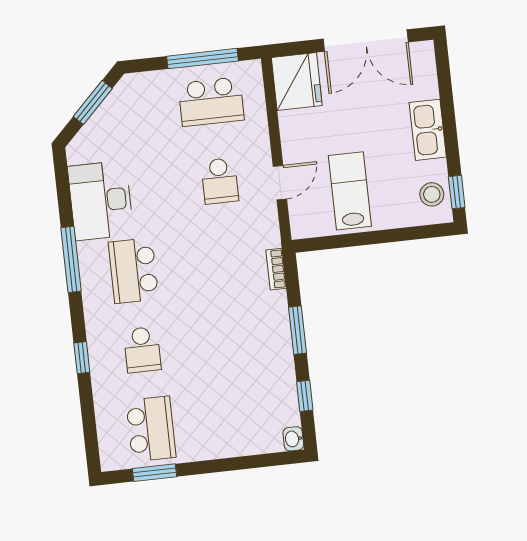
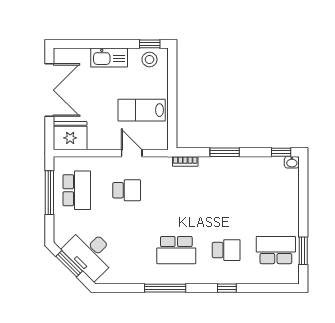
desk: (101, 201) -> (90, 253), moved, turned 45
window: (305, 396) -> (281, 152), moved

